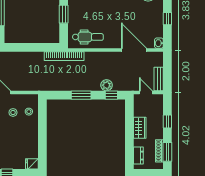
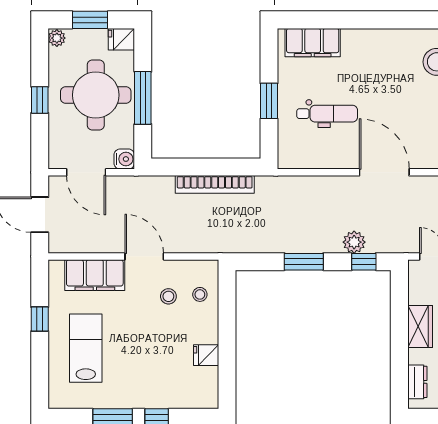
dental chair: (88, 37) -> (327, 114), moved
door: (134, 50) -> (384, 172), moved
bookcase: (64, 56) -> (215, 184), moved
fridge: (32, 164) -> (206, 355), moved

